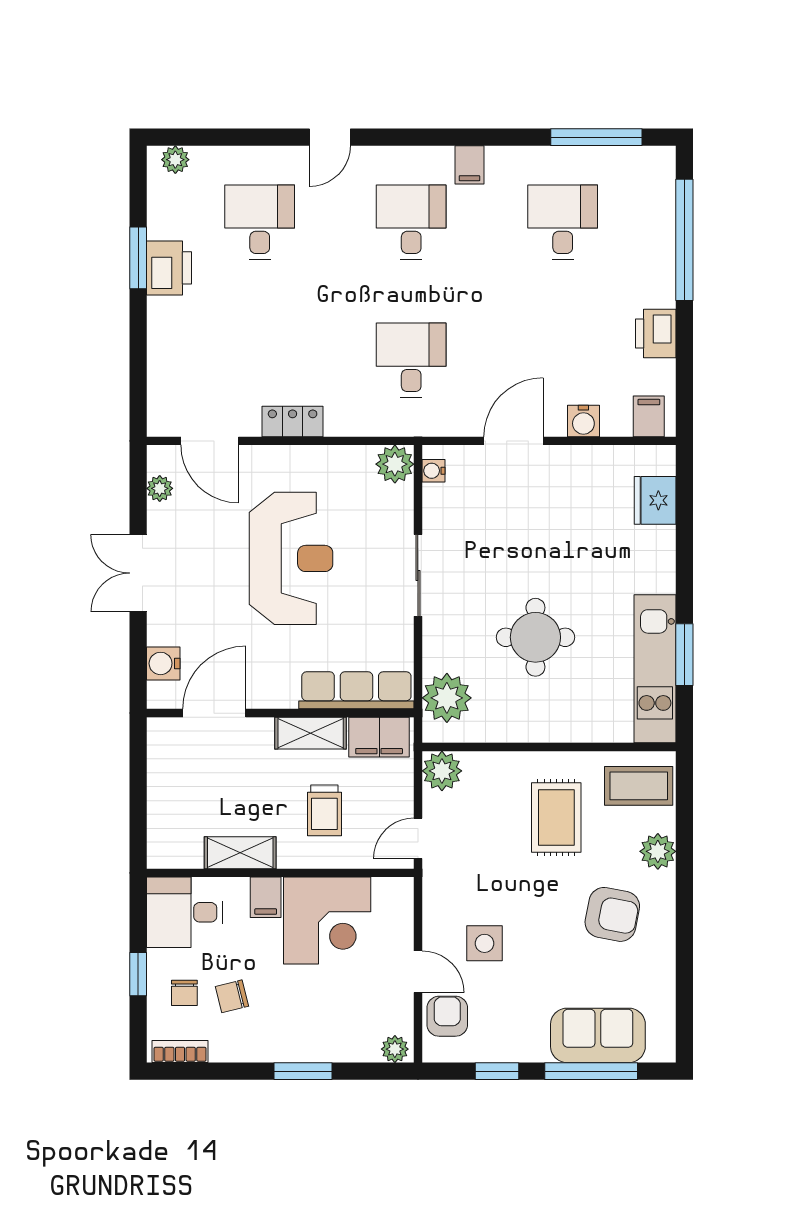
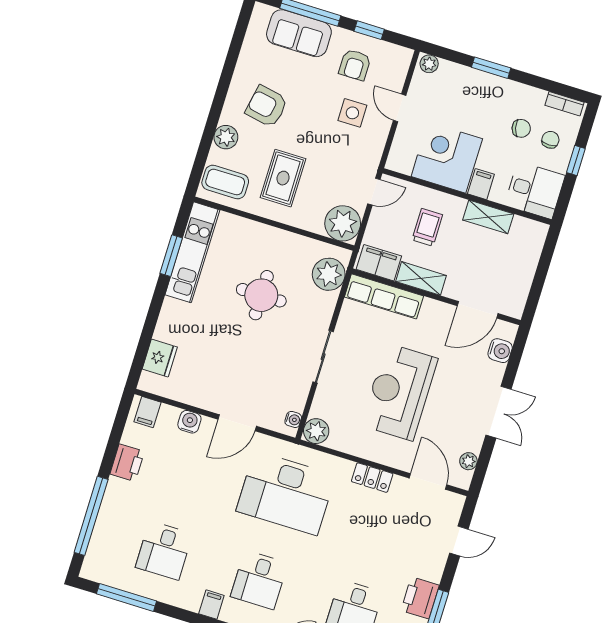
desk: (411, 360) -> (286, 493), width x1.87, depth x1.30
door: (138, 368) -> (459, 541), added
plant: (442, 771) -> (343, 223), width x1.36, depth x1.36
armchair: (447, 1016) -> (355, 65), moved

